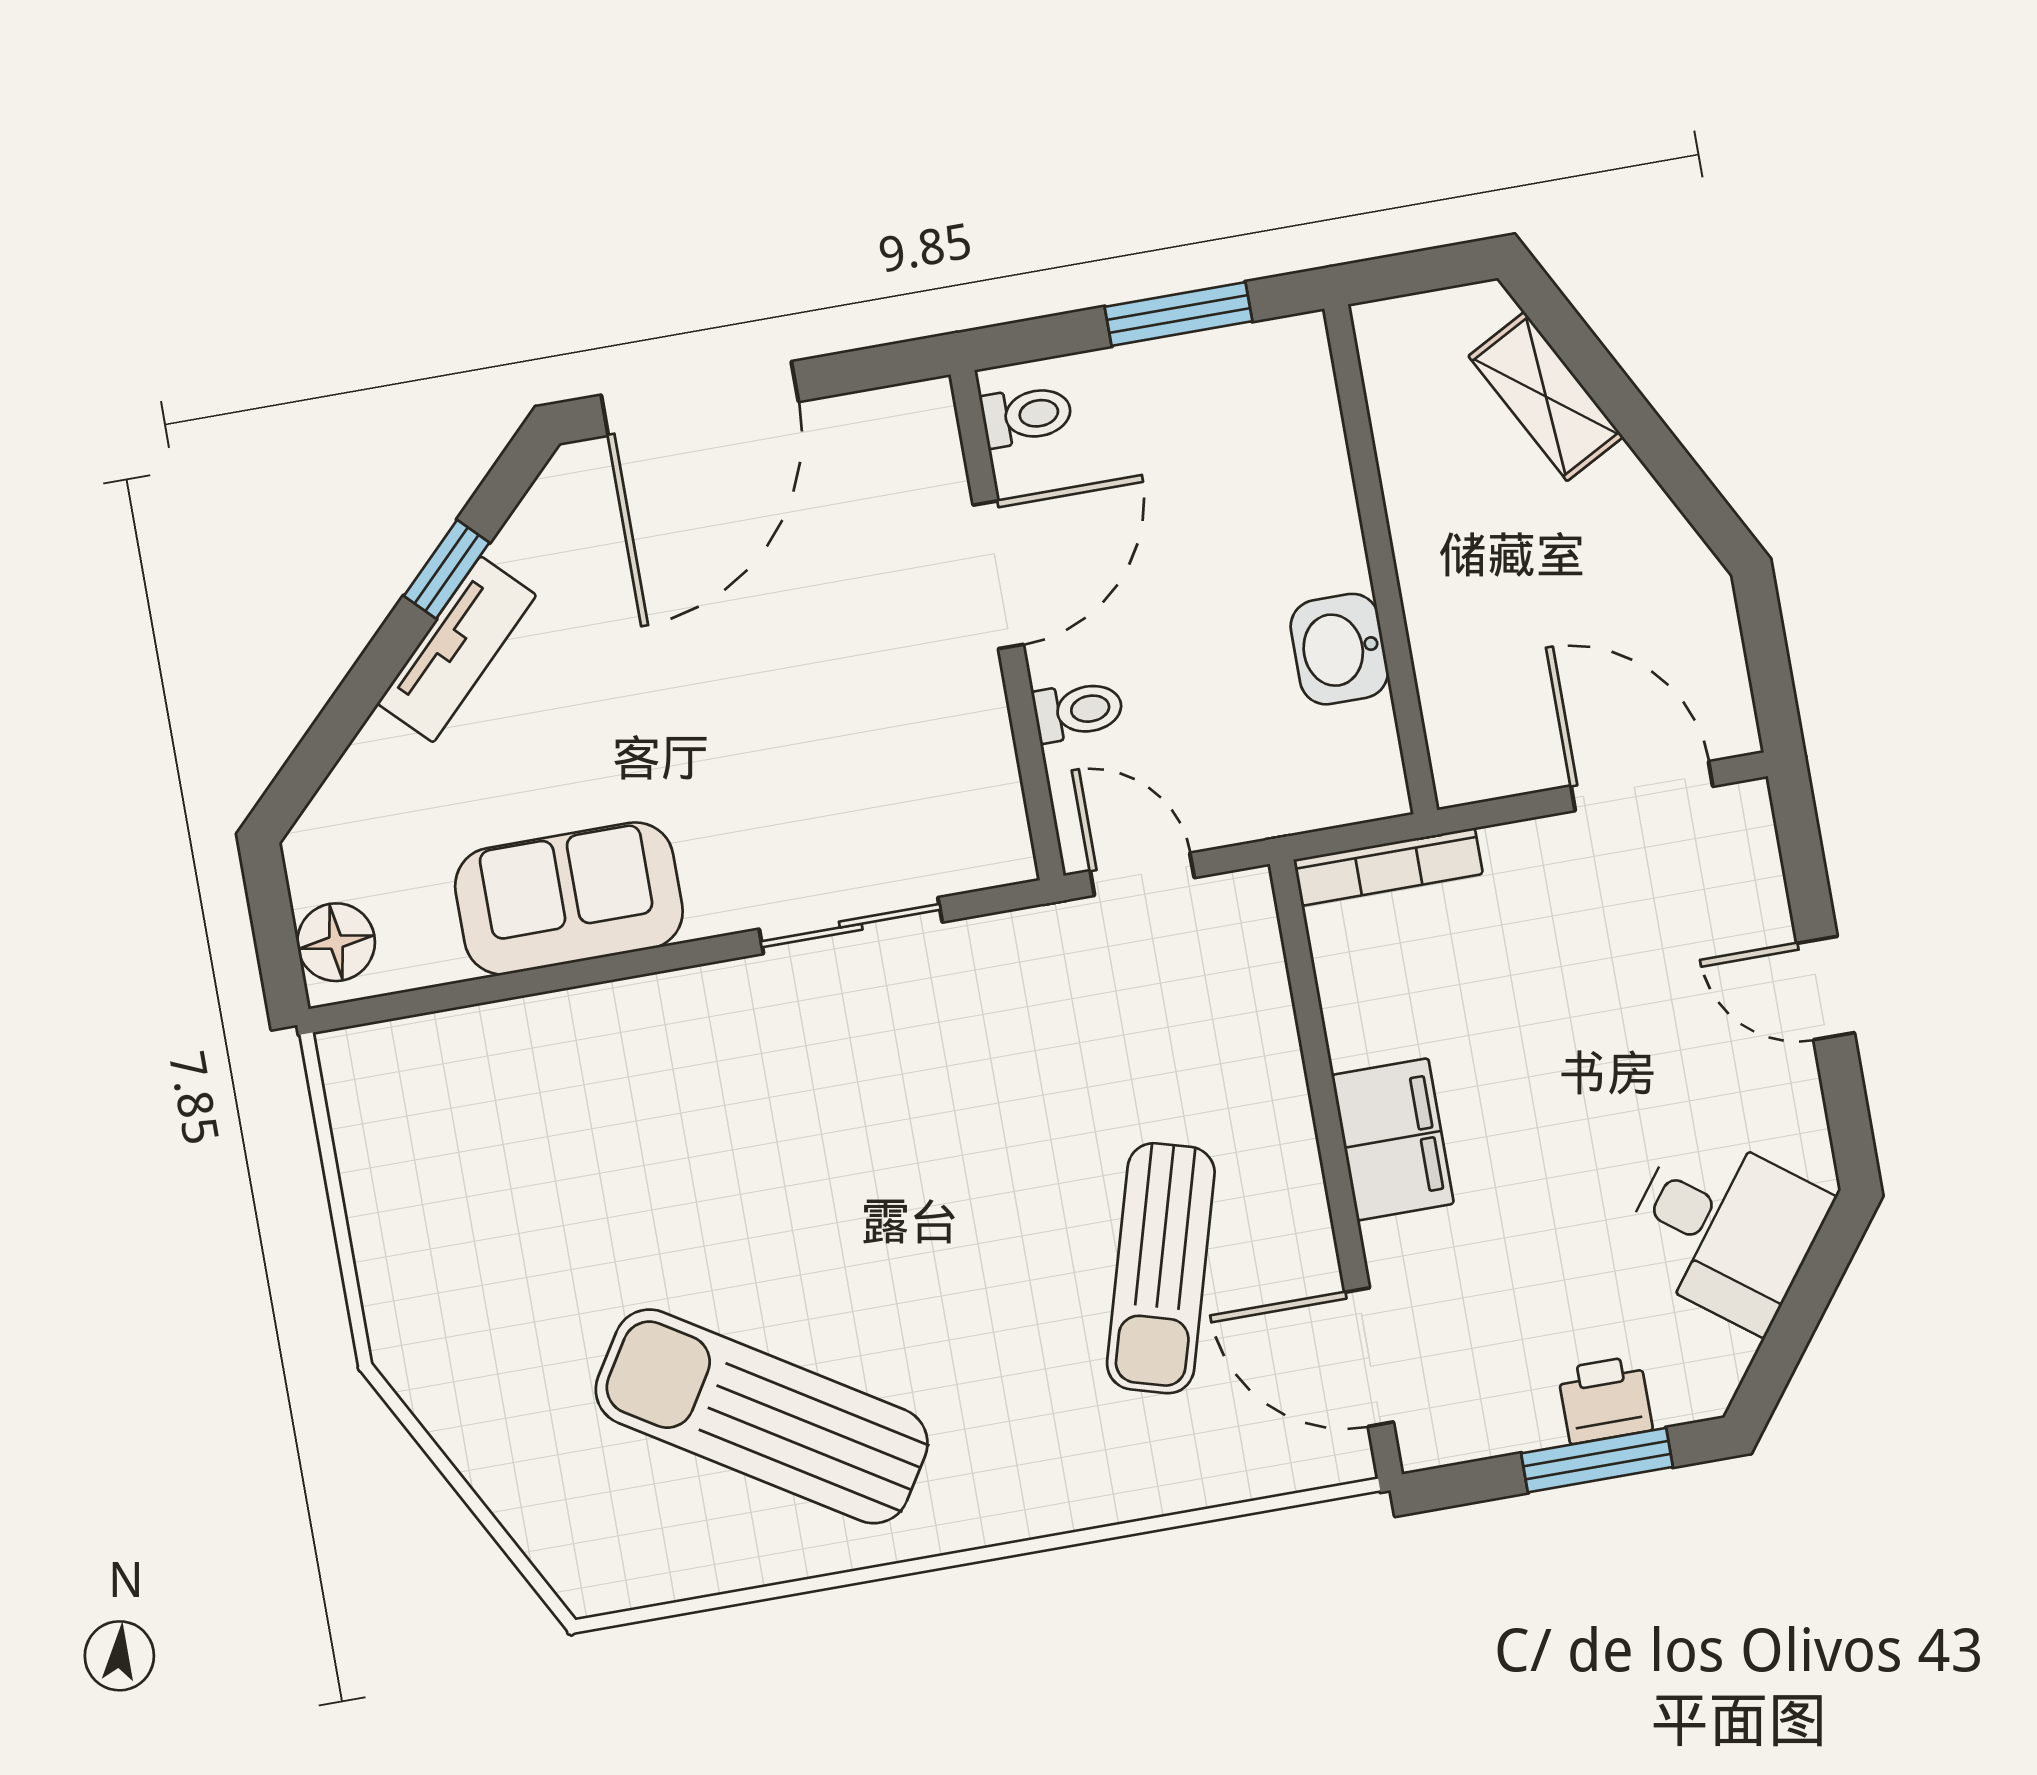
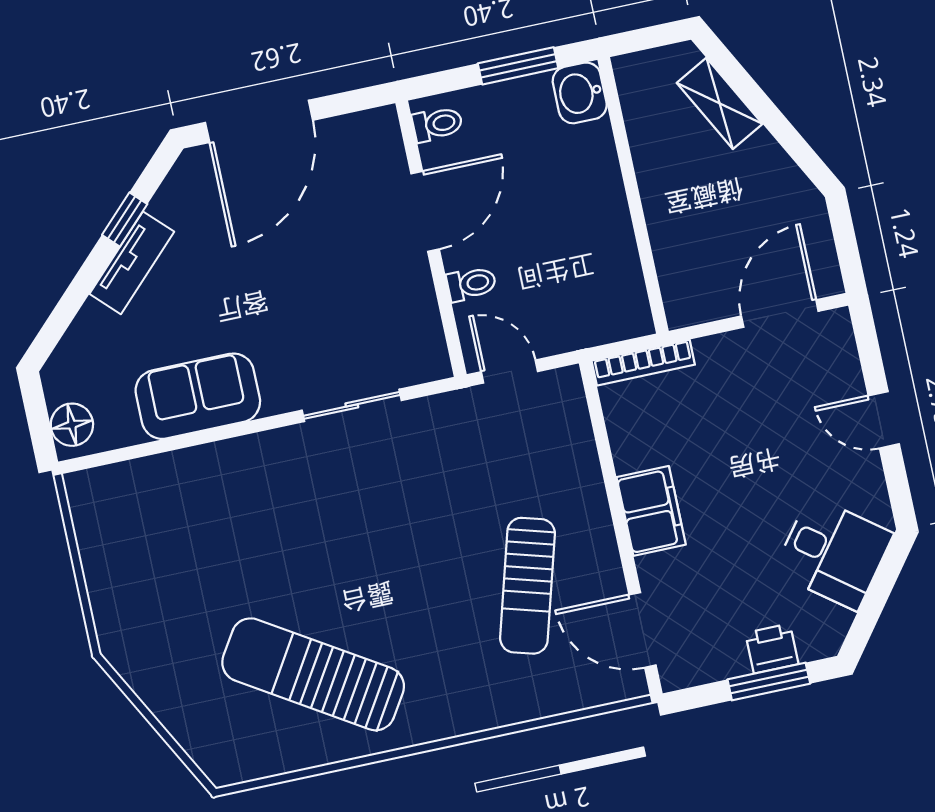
washbasin: (1339, 649) -> (580, 93), moved
door: (1642, 786) -> (780, 314), hinge flipped

